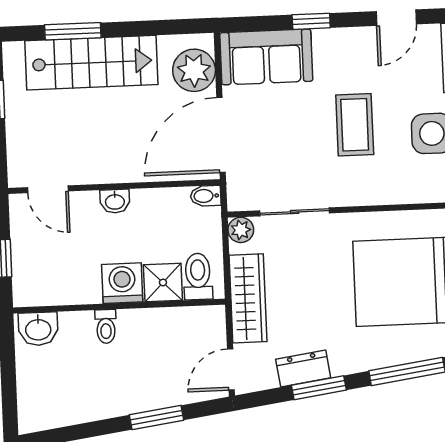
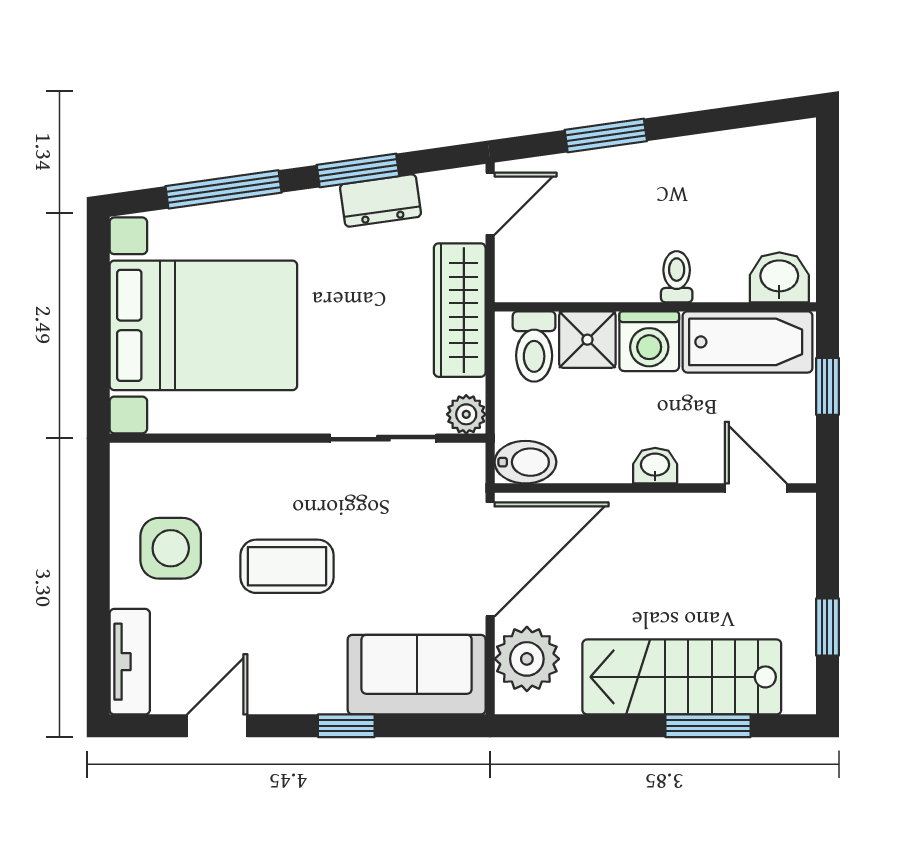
coffee table: (355, 125) -> (287, 566), turned 90
bidet: (206, 196) -> (525, 462), width x1.38, depth x1.36
bathtub: (57, 285) -> (748, 342), added

